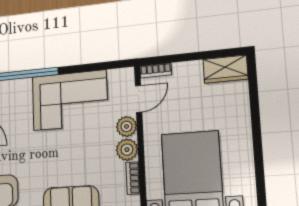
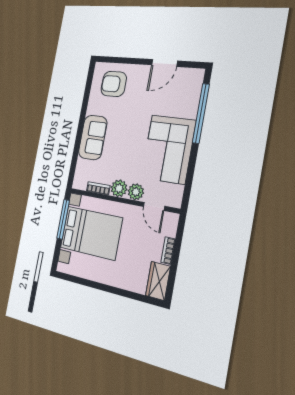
bookcase: (156, 70) -> (168, 251), moved

